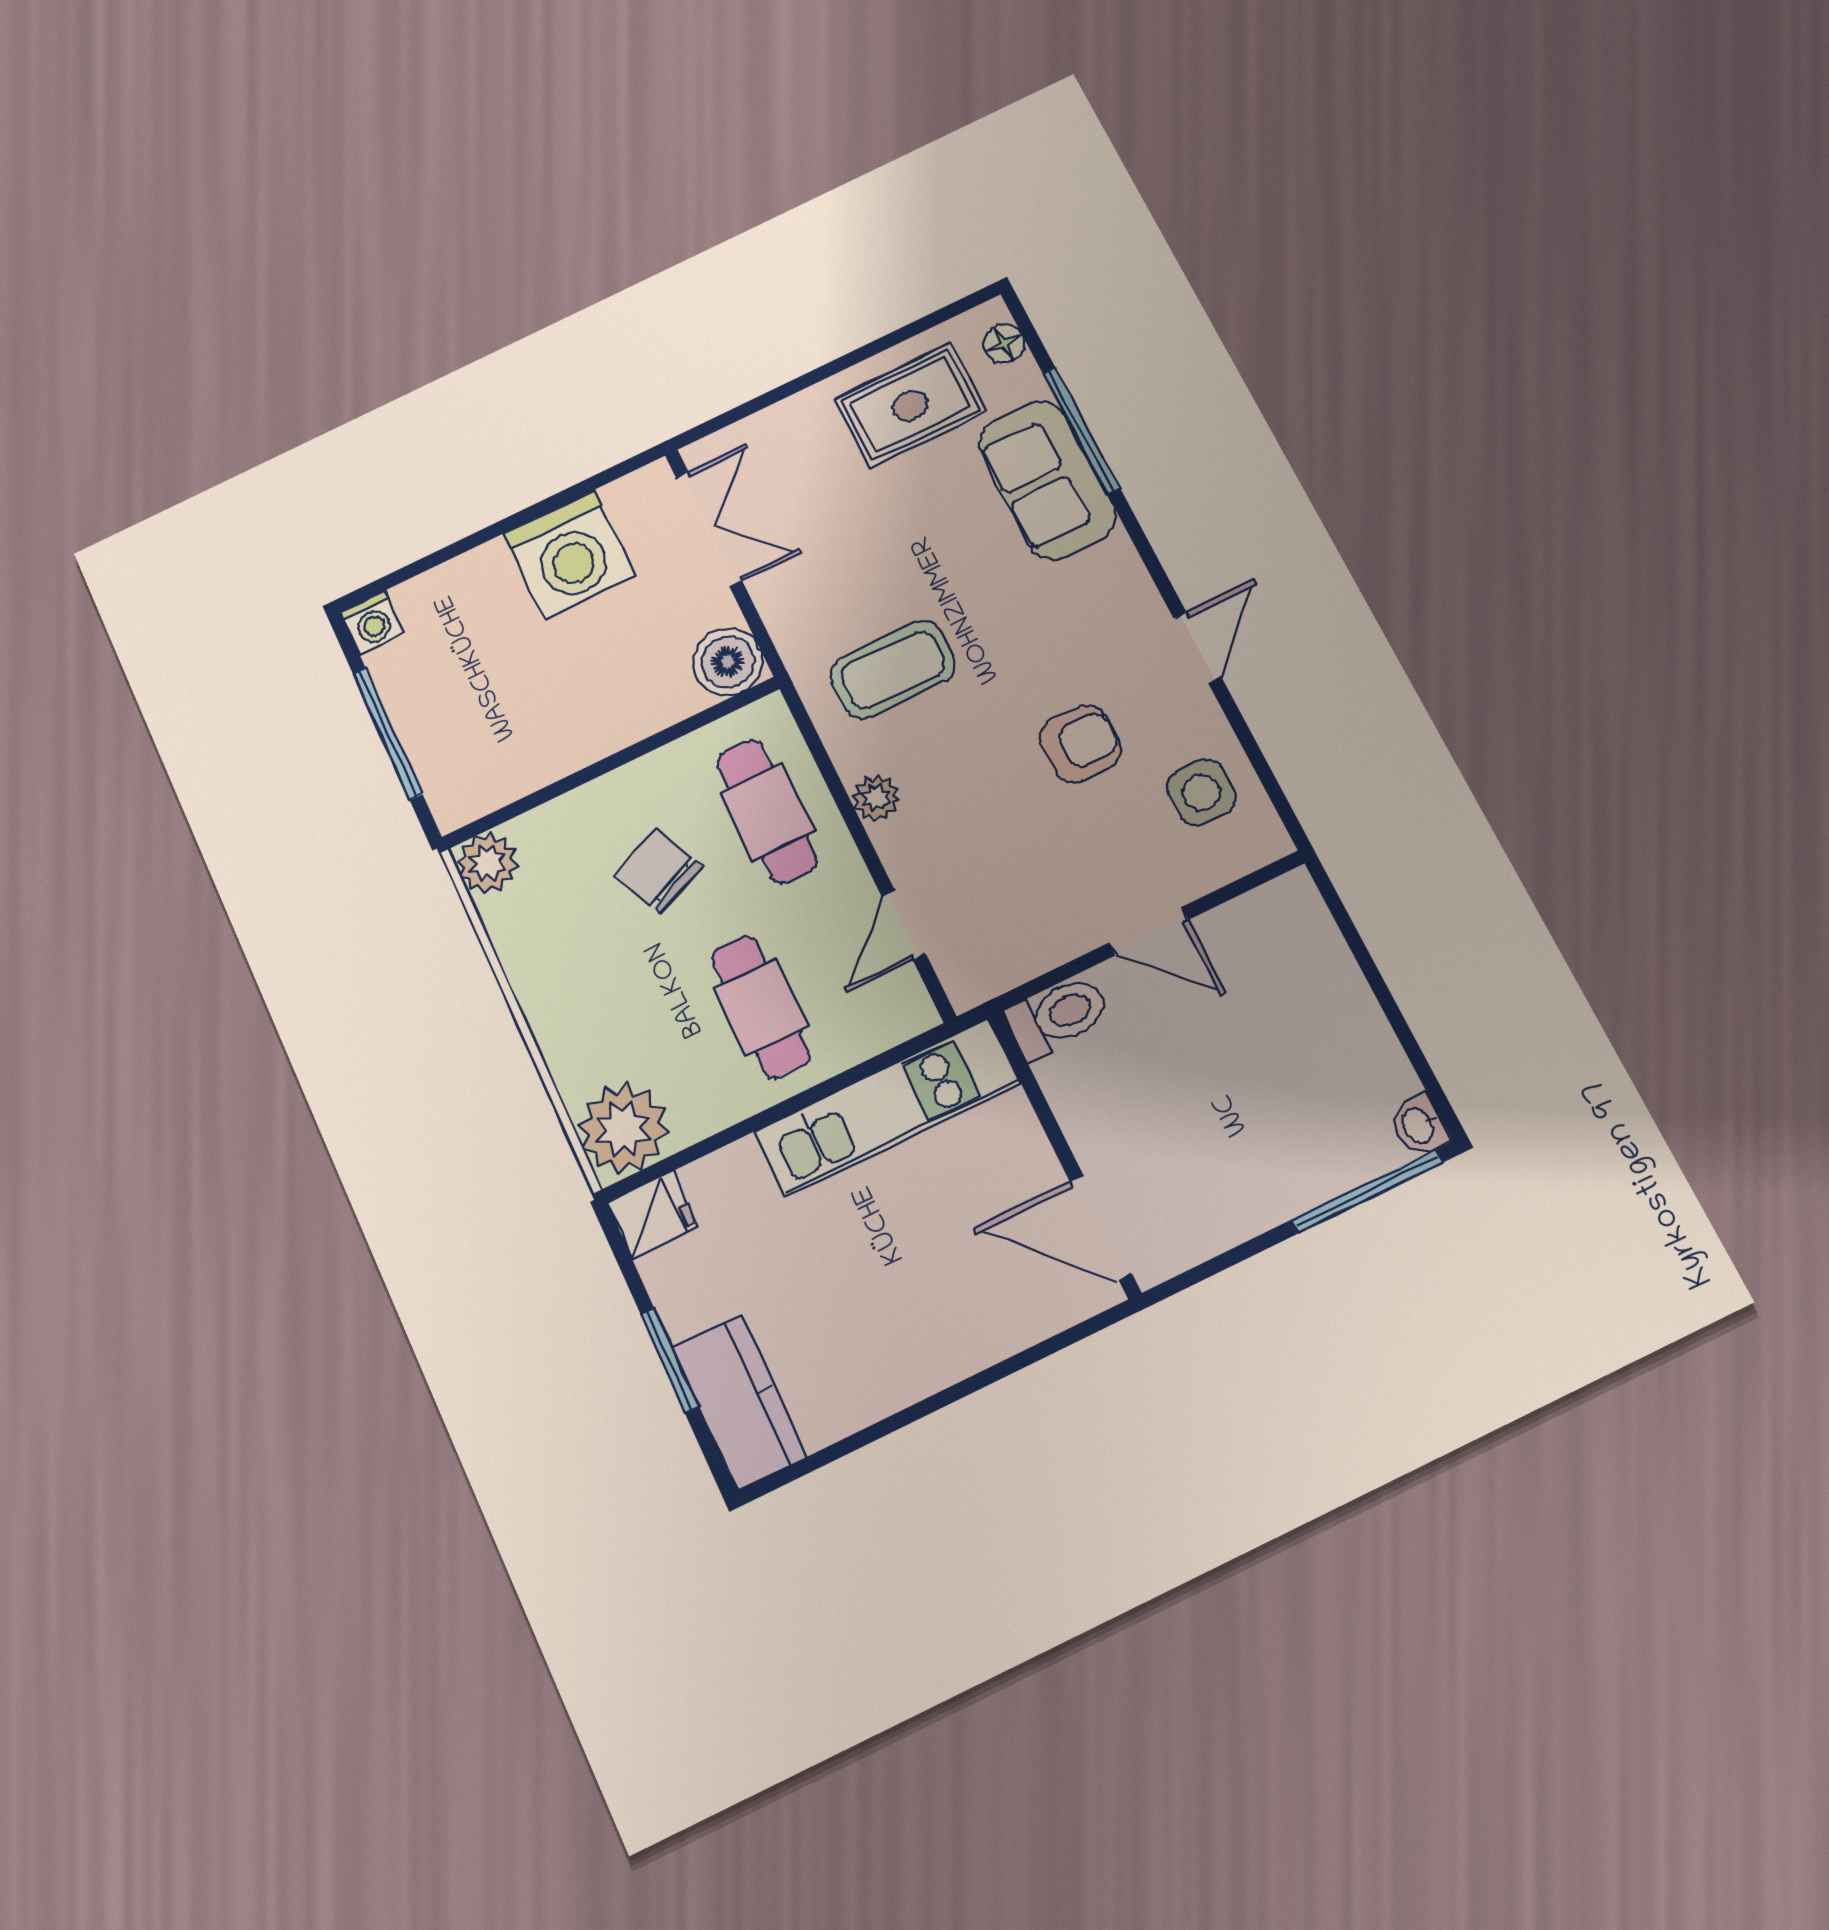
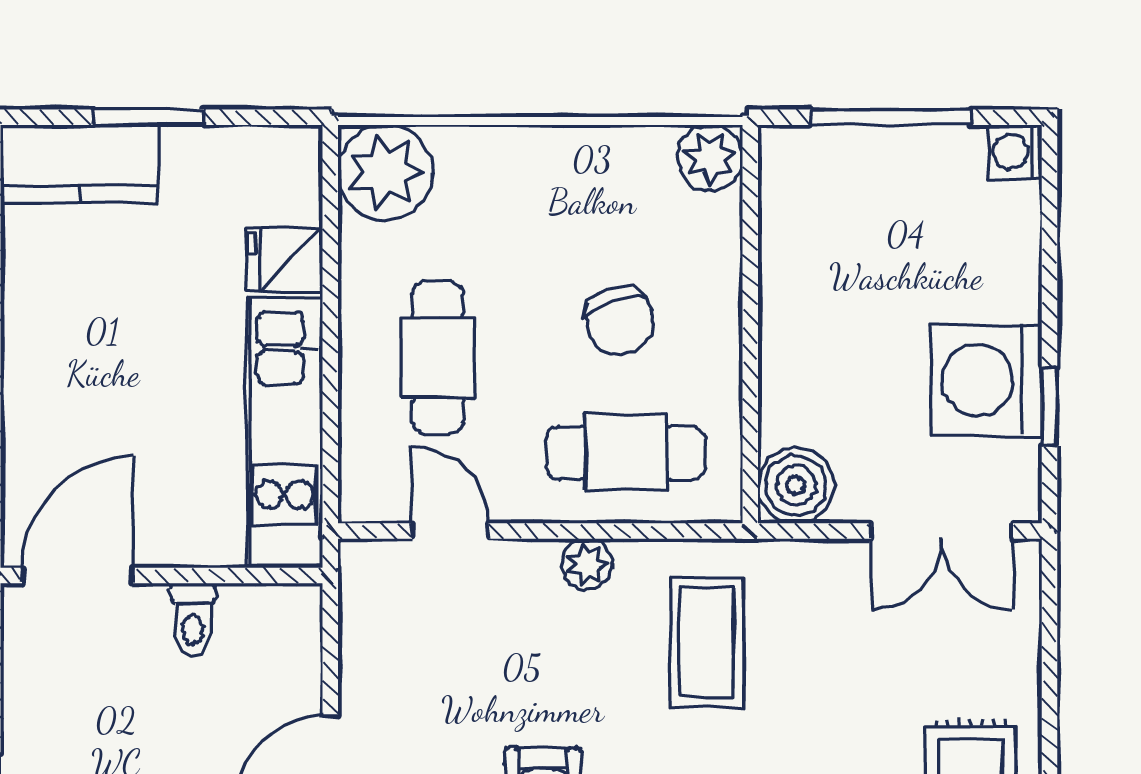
window: (567, 496) -> (1049, 406), added
chair: (658, 871) -> (620, 321), turned 94
cafe table: (761, 1007) -> (438, 358), turned 90
toilet: (1058, 1016) -> (193, 620), moved, width x0.73, depth x0.72
fridge: (652, 1215) -> (285, 259), moved, turned 90

